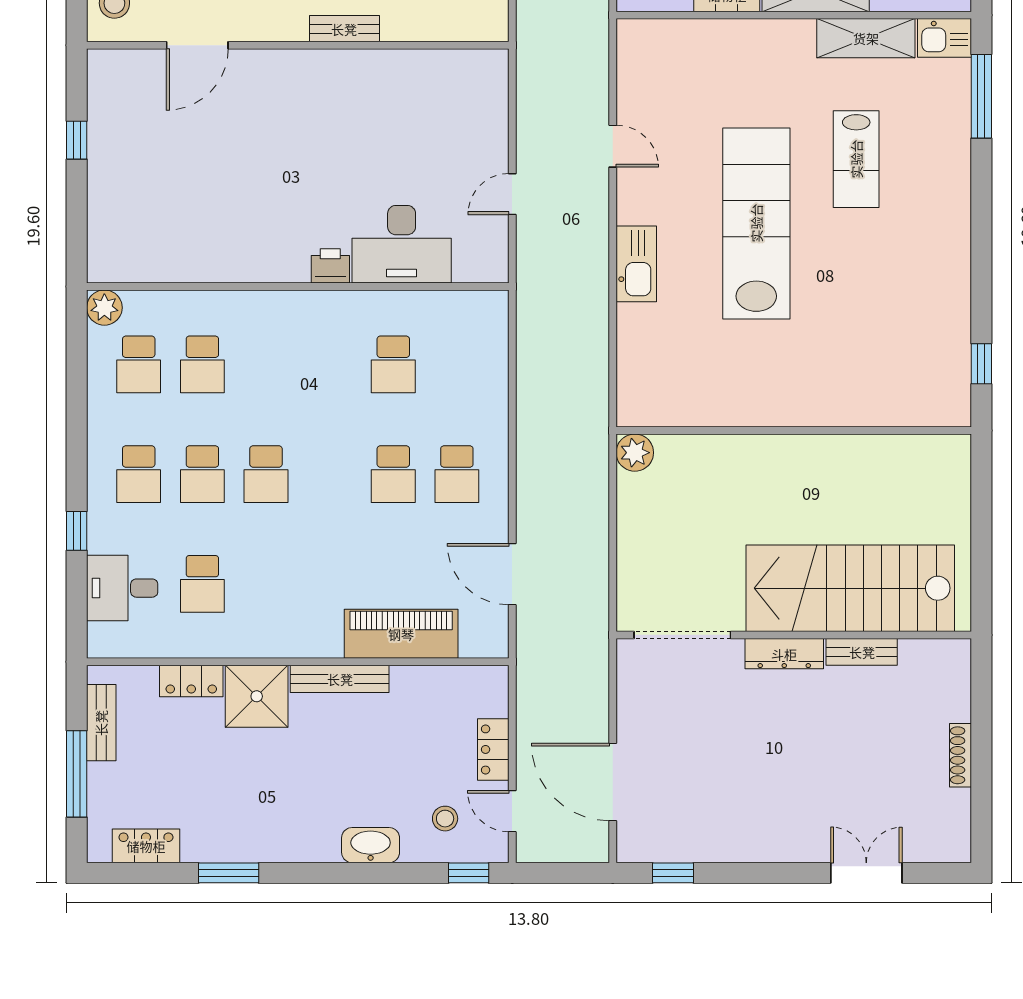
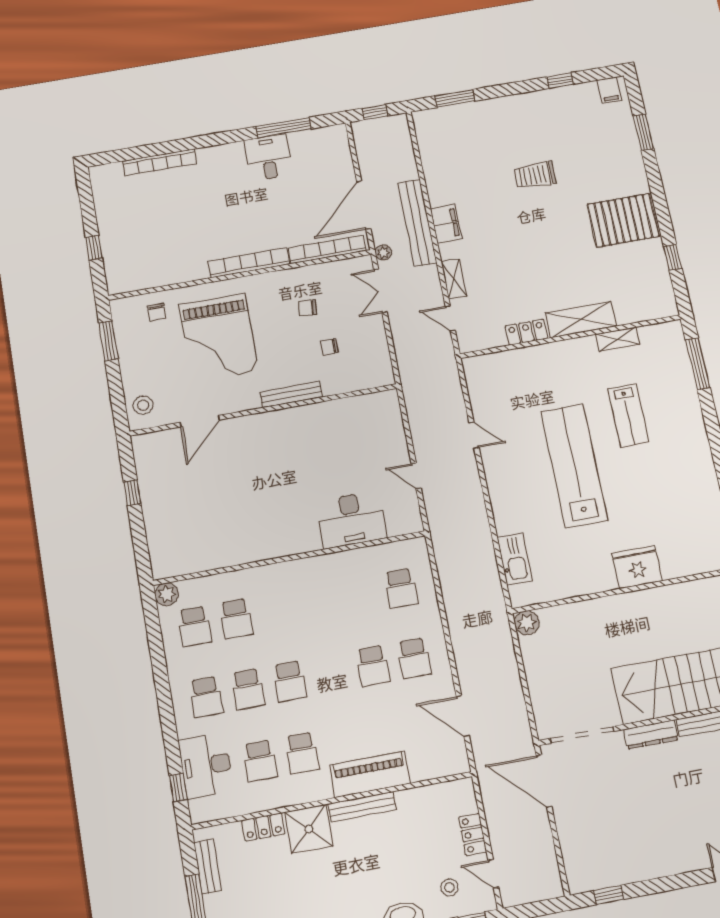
bench: (344, 29) -> (291, 395), width x1.36
shelving: (866, 38) -> (618, 339), width x0.67, depth x0.75
kitchen sink: (944, 38) -> (667, 333), removed
door: (512, 194) -> (416, 476), hinge flipped
kitchen sink: (636, 264) -> (515, 559), moved
printer: (330, 266) -> (308, 541), removed
school desk: (393, 364) -> (401, 588), moved
fridge: (818, 399) -> (637, 567), added
window: (77, 531) -> (178, 787), moved
school desk: (266, 584) -> (302, 753), added
desk: (122, 588) -> (206, 766), width x1.37
piano: (401, 634) -> (370, 774), moved
door: (613, 782) -> (544, 781), moved

